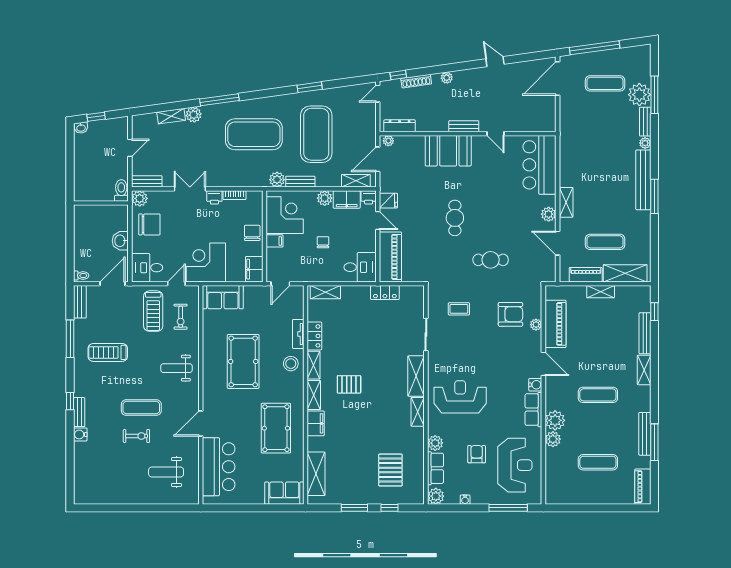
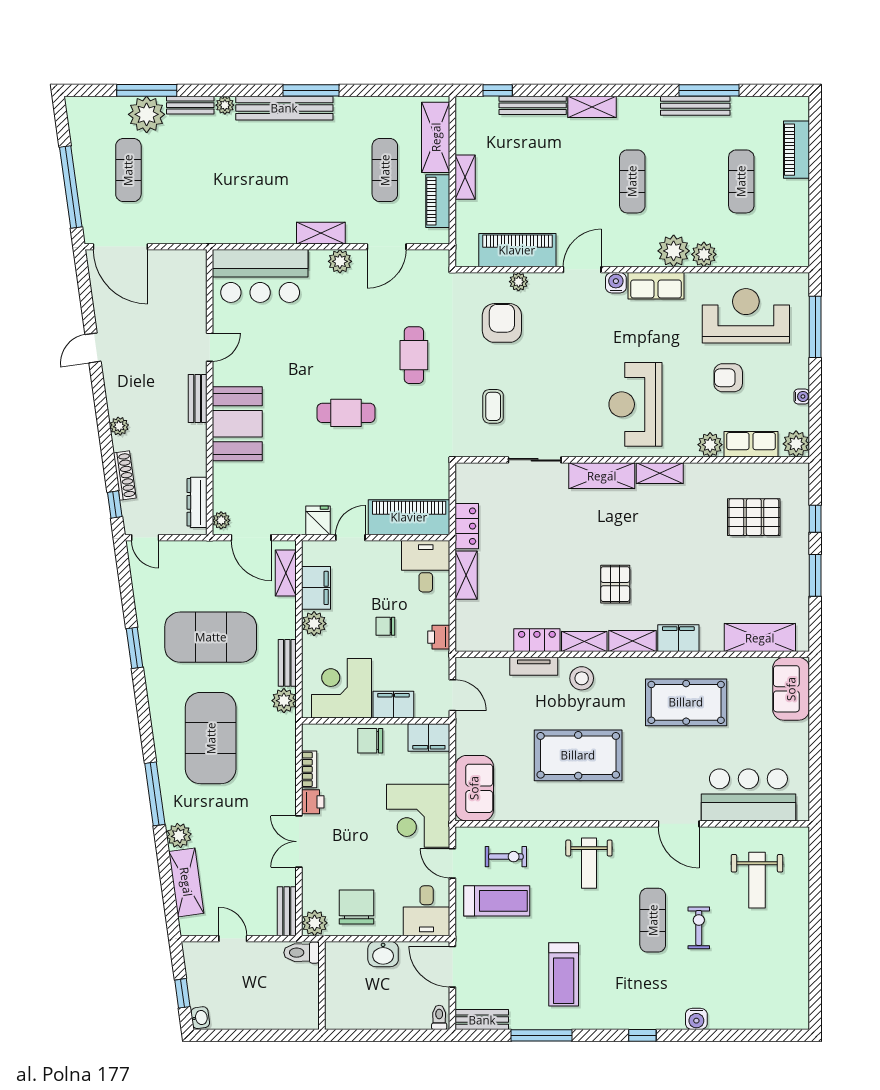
shelving: (171, 116) -> (186, 882), width x1.50, depth x1.33
printer: (369, 197) -> (439, 637), moved, turned 180
filing cabinet: (274, 241) -> (393, 705), width x2.00
shelving: (325, 292) -> (466, 575), moved
bench: (79, 412) -> (660, 1021), removed
piano: (643, 487) -> (797, 150), moved, turned 90

